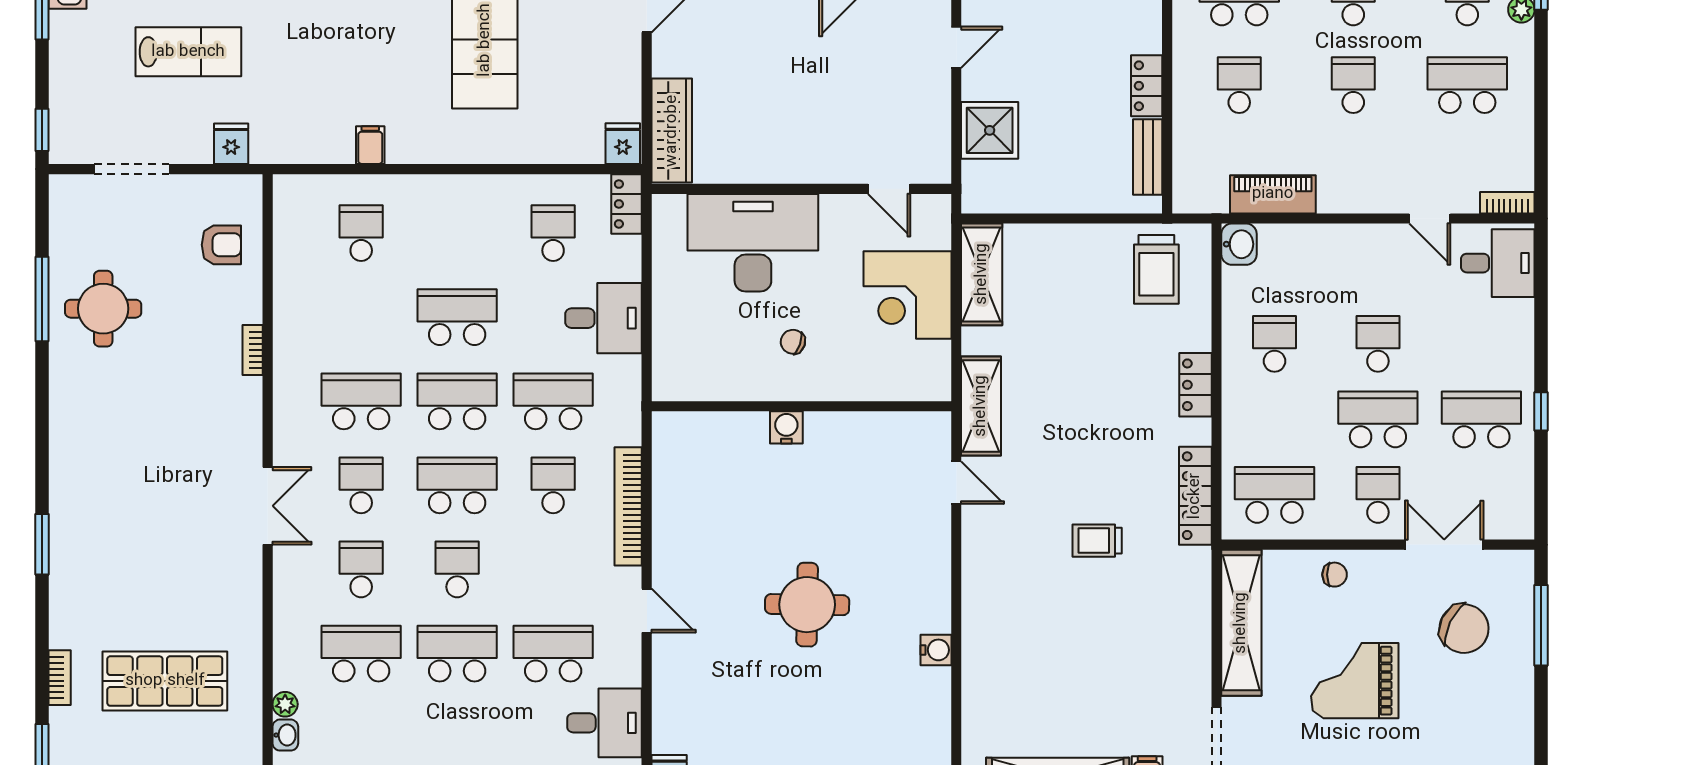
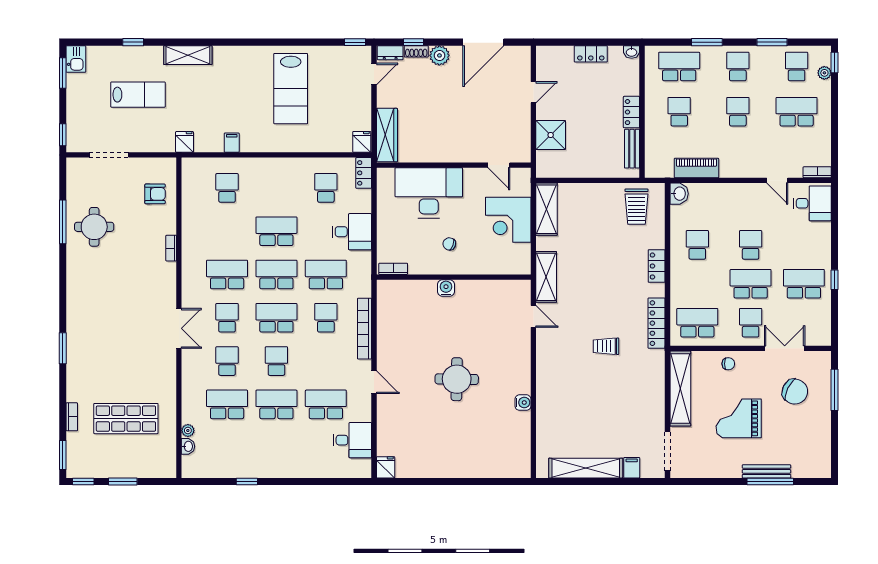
fridge: (231, 144) -> (184, 142), moved
bookcase: (684, 390) -> (393, 269), added

